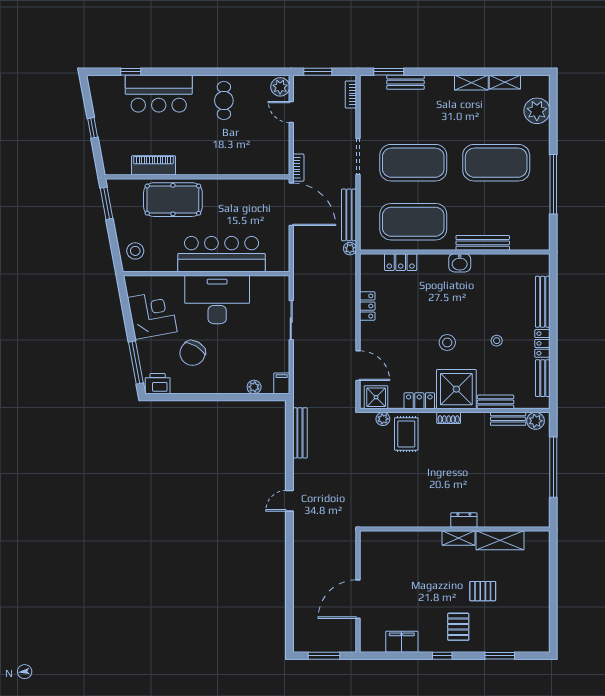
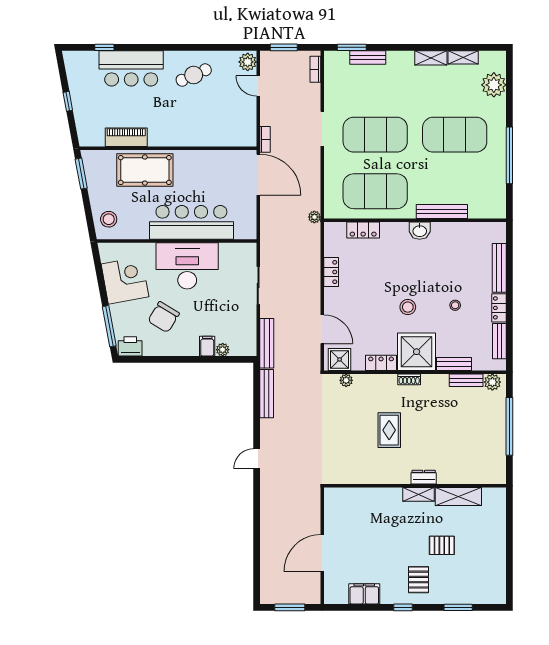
cafe table: (224, 101) -> (194, 75), turned 66
bench: (349, 215) -> (267, 343), moved
filing cabinet: (282, 383) -> (207, 346), moved
rug: (406, 434) -> (389, 430), moved

